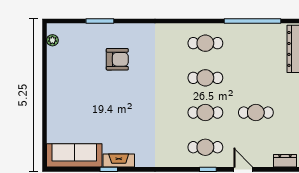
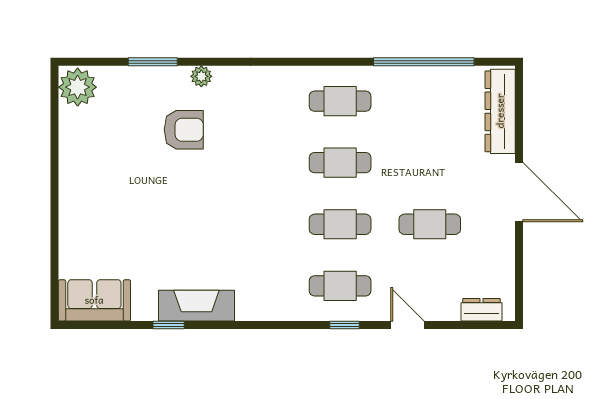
plant: (127, 29) -> (201, 76), added
plant: (52, 40) -> (78, 87), width x1.87, depth x1.87
sofa: (74, 155) -> (94, 300), width x0.73
fireplace: (119, 160) -> (196, 306), width x1.37, depth x1.32

